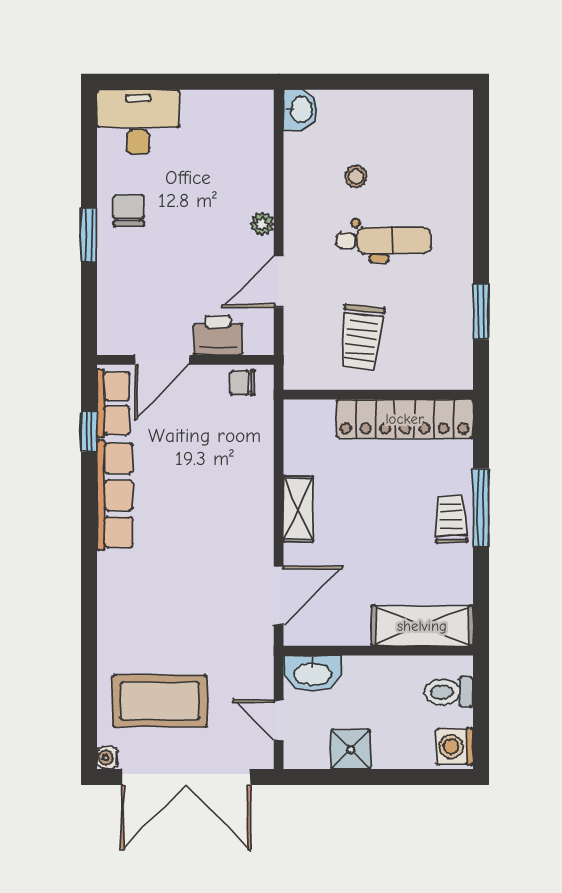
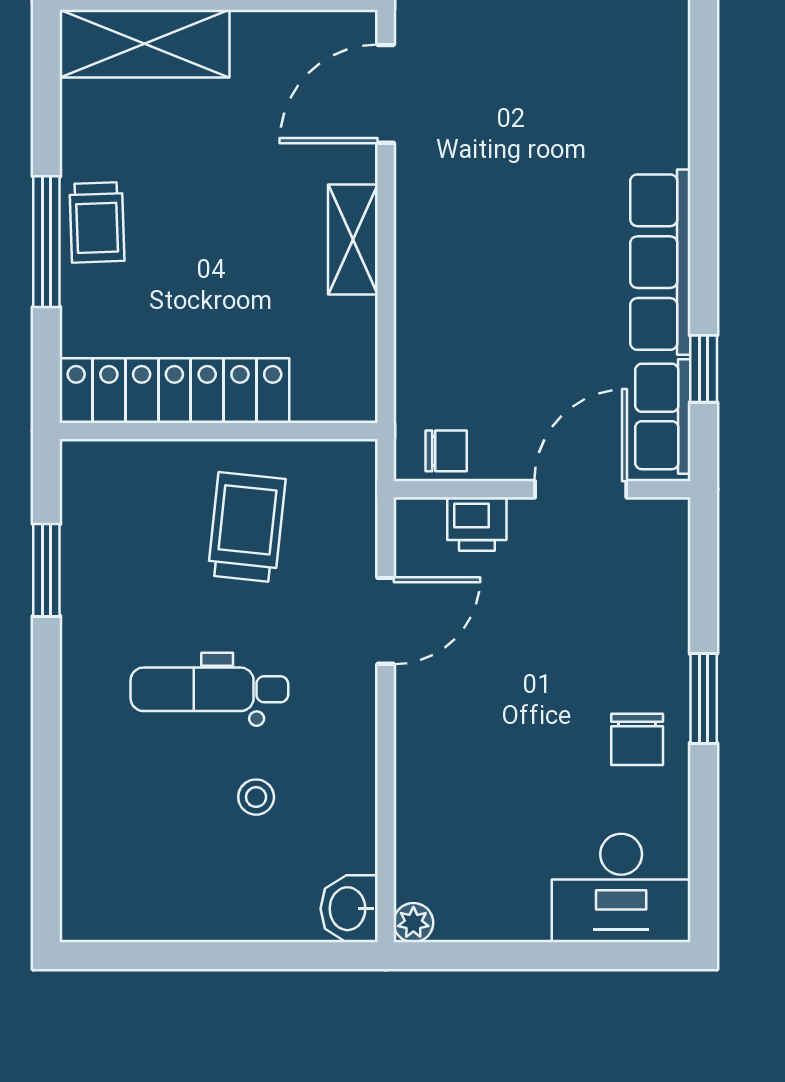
plant: (262, 224) -> (413, 923), moved
printer: (218, 335) -> (477, 524), width x0.73, depth x0.81

